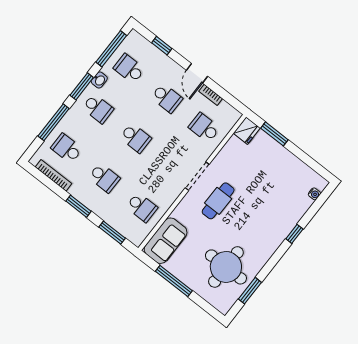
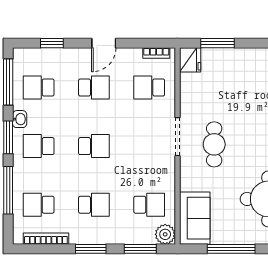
door: (197, 73) -> (104, 43), hinge flipped
bookcase: (211, 95) -> (156, 53), moved
school desk: (98, 109) -> (39, 146), turned 180
plant: (137, 236) -> (165, 234), added

